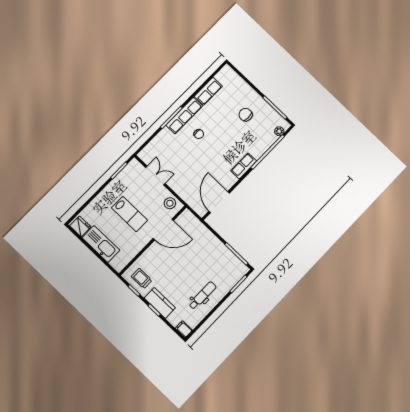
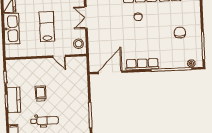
row of seats: (244, 166) -> (142, 64), width x1.48
double door: (155, 175) -> (86, 18), swing flipped
lab bench: (129, 214) -> (47, 27), turned 180
door: (163, 229) -> (59, 56), width x0.53
trolley: (142, 278) -> (41, 94), moved

